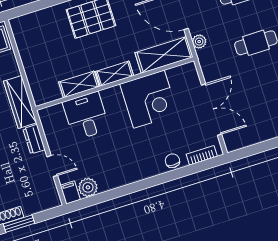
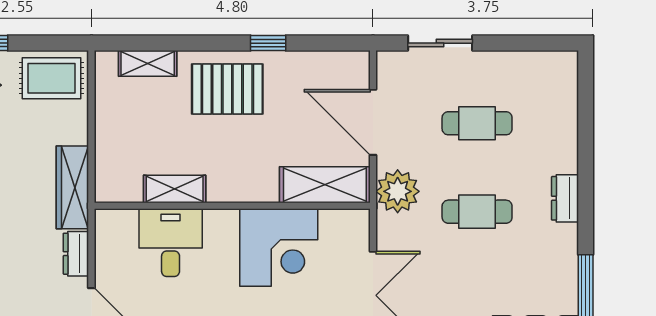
plant: (199, 42) -> (398, 191), width x1.88, depth x1.88
shelving: (115, 74) -> (148, 63), moved

